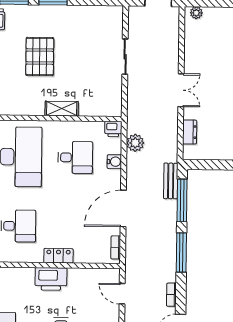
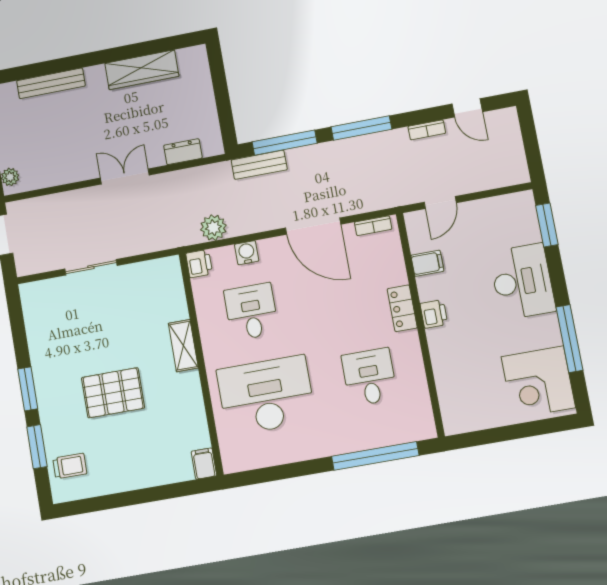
filing cabinet: (84, 278) -> (427, 263), added
printer: (51, 279) -> (434, 314), width x0.53, depth x0.68

